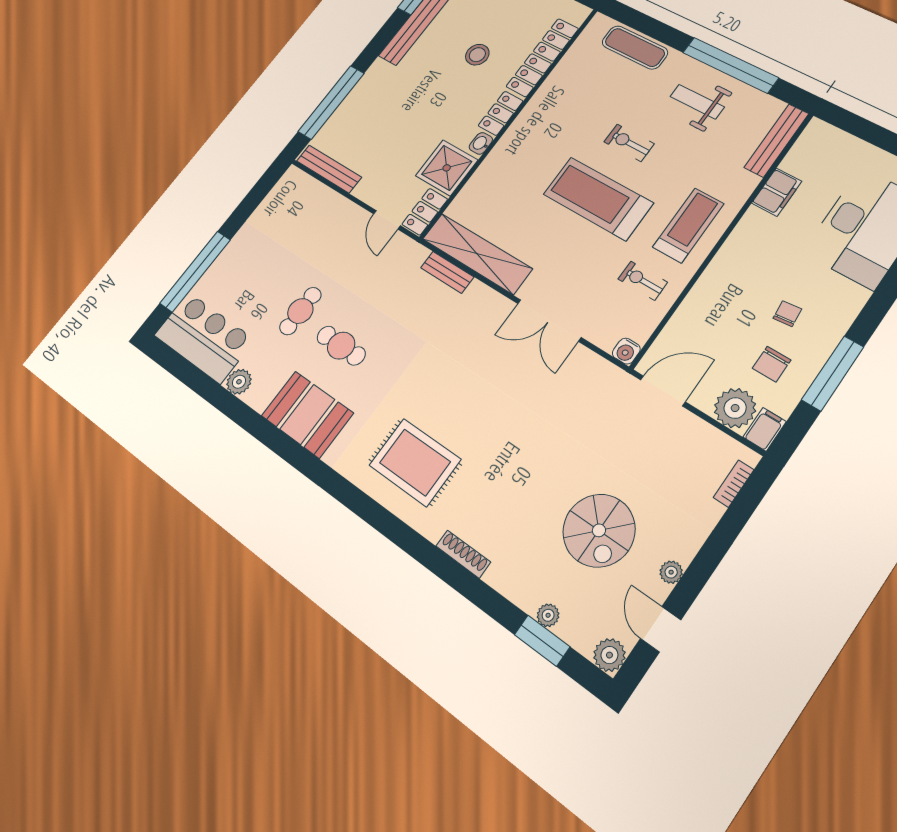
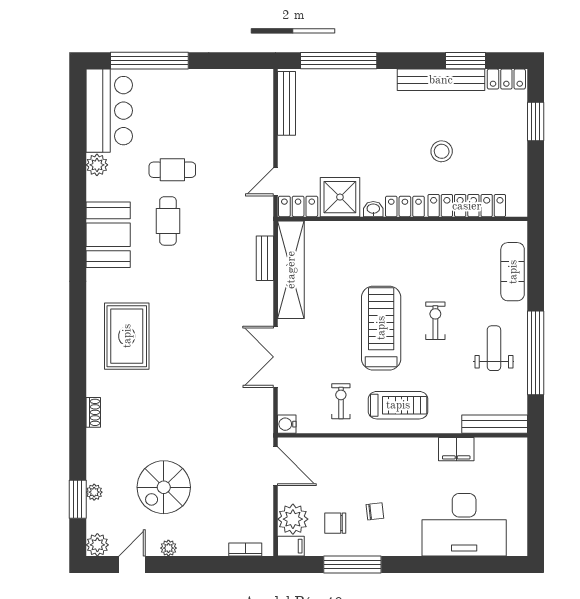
shoe rack: (463, 554) -> (93, 412), width x0.70

